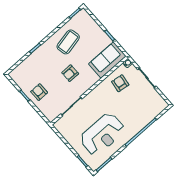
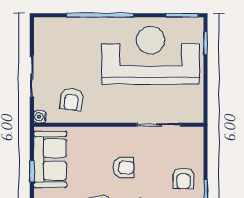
sofa: (107, 60) -> (50, 159), moved, turned -90
reception desk: (102, 134) -> (151, 55), width x1.36, depth x1.30

